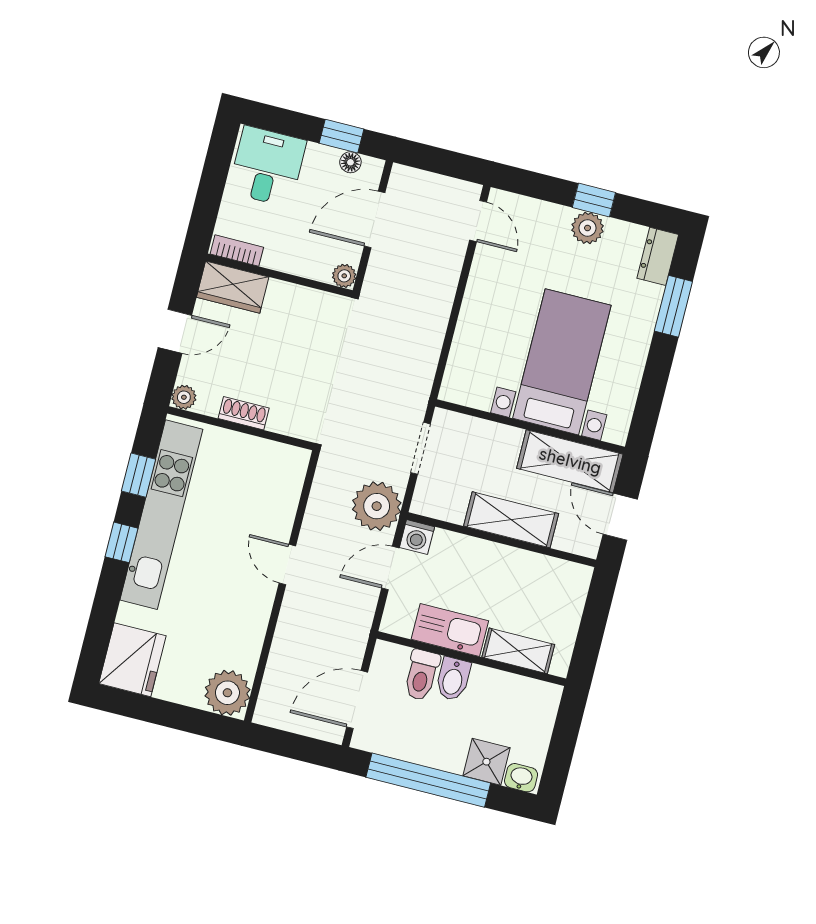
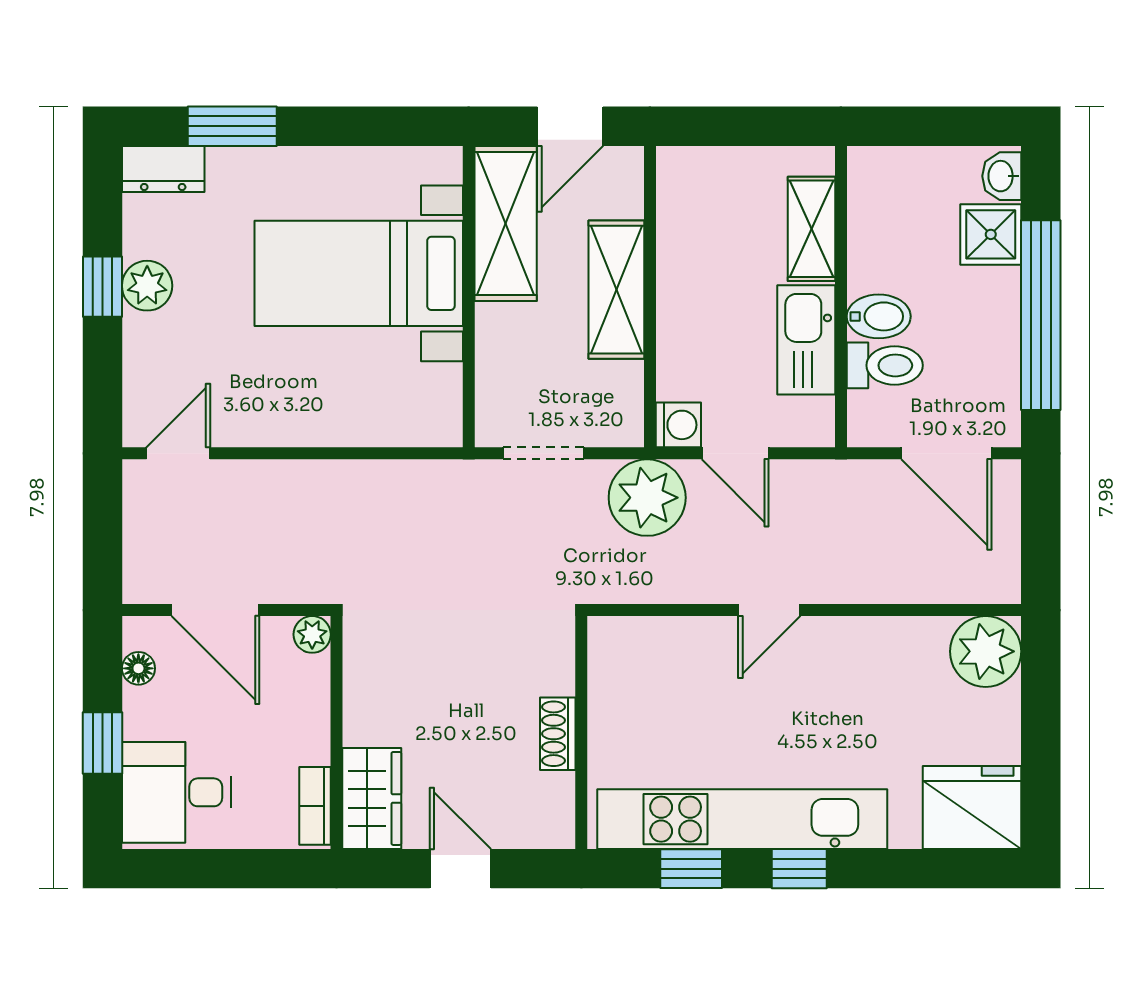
window: (341, 136) -> (102, 743), moved
plant: (184, 397) -> (556, 830), removed

